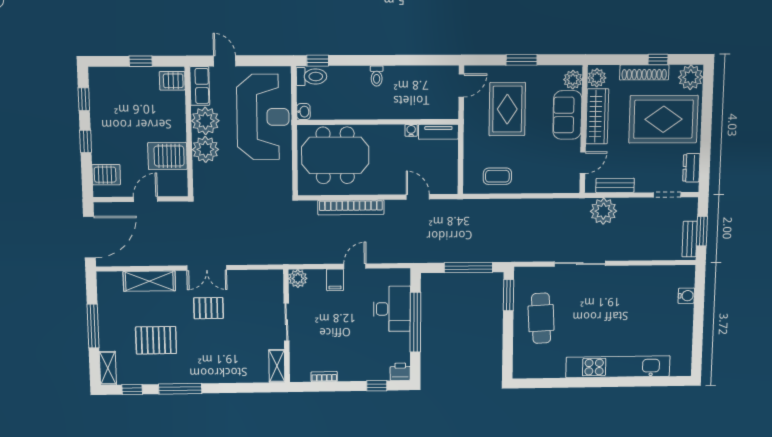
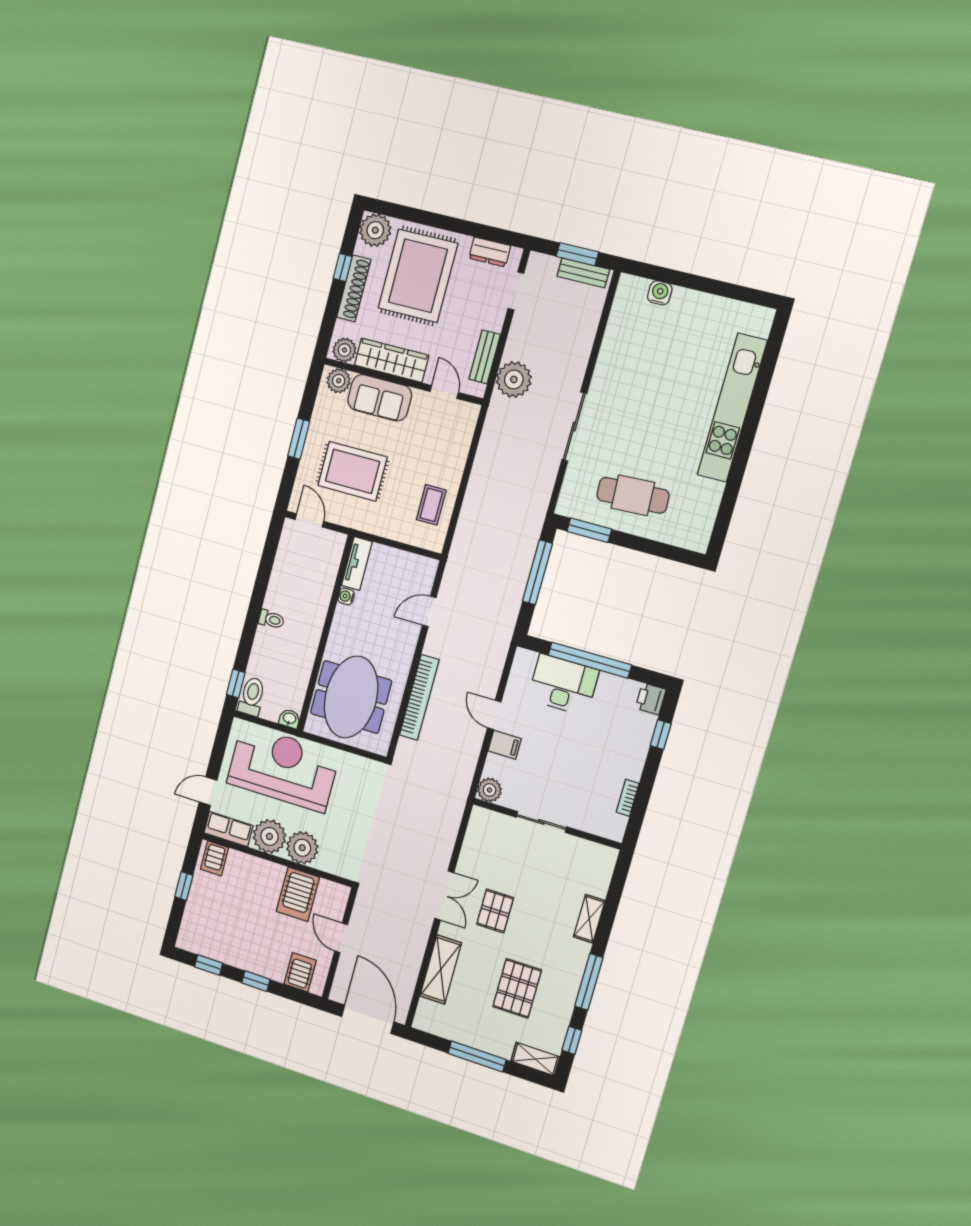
shelving: (277, 366) -> (589, 919), moved, turned 90

